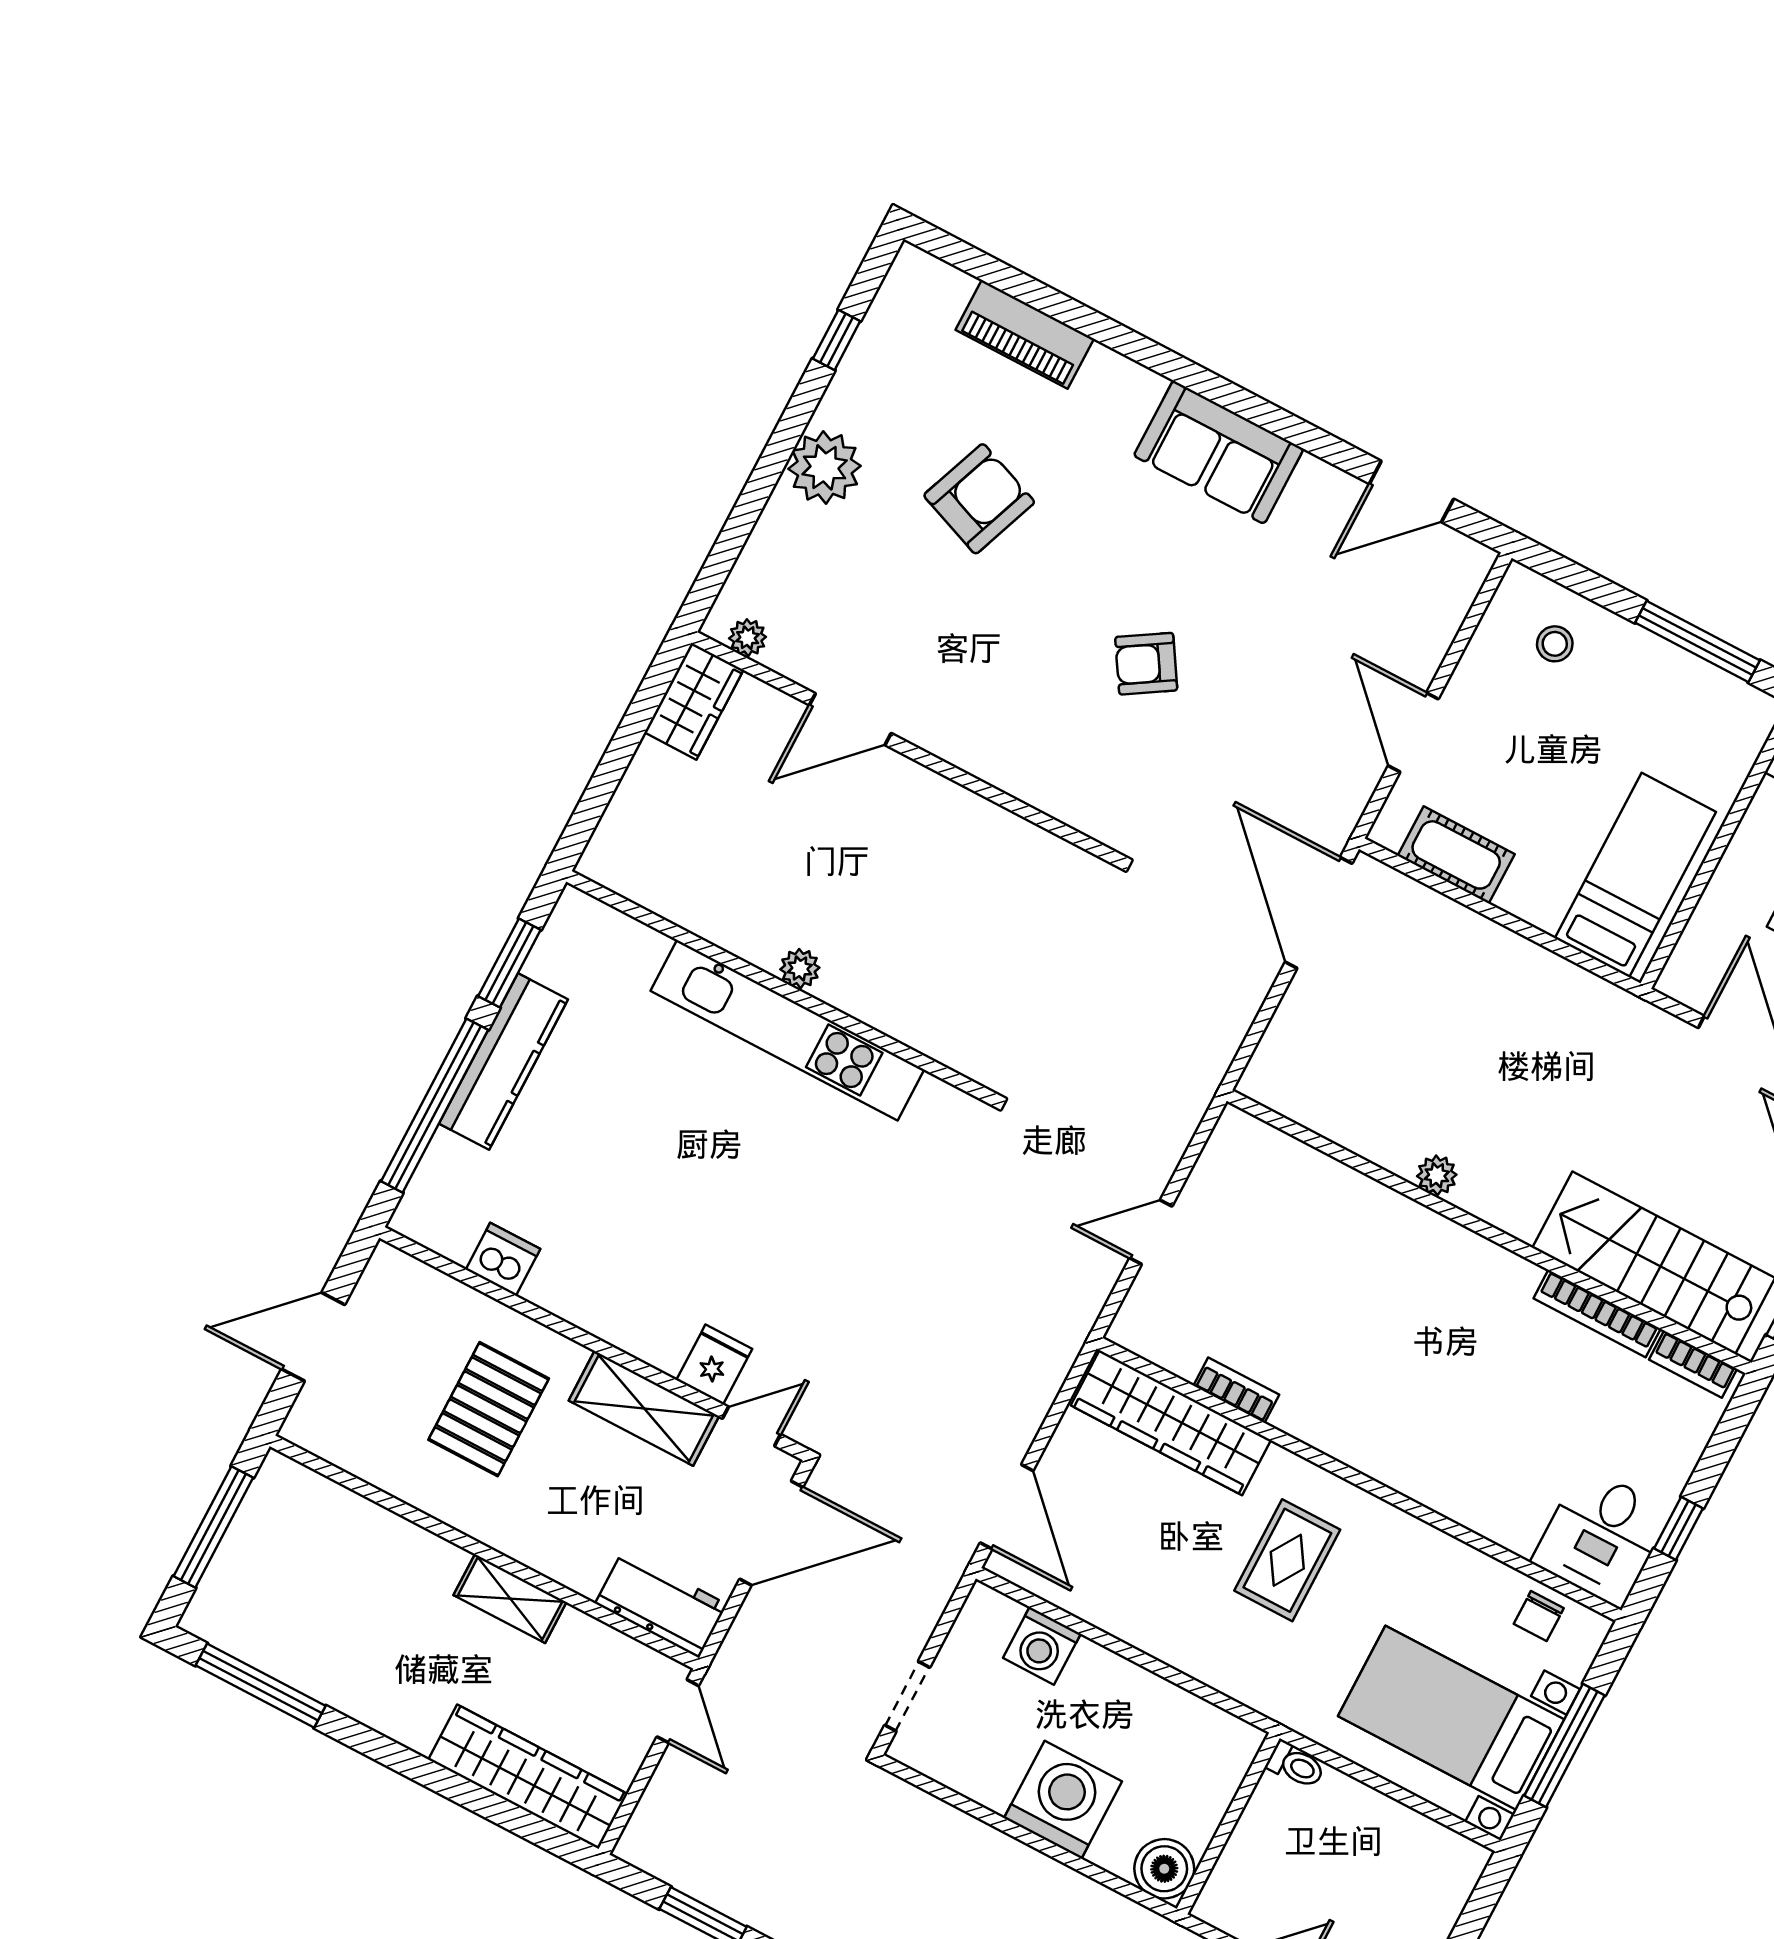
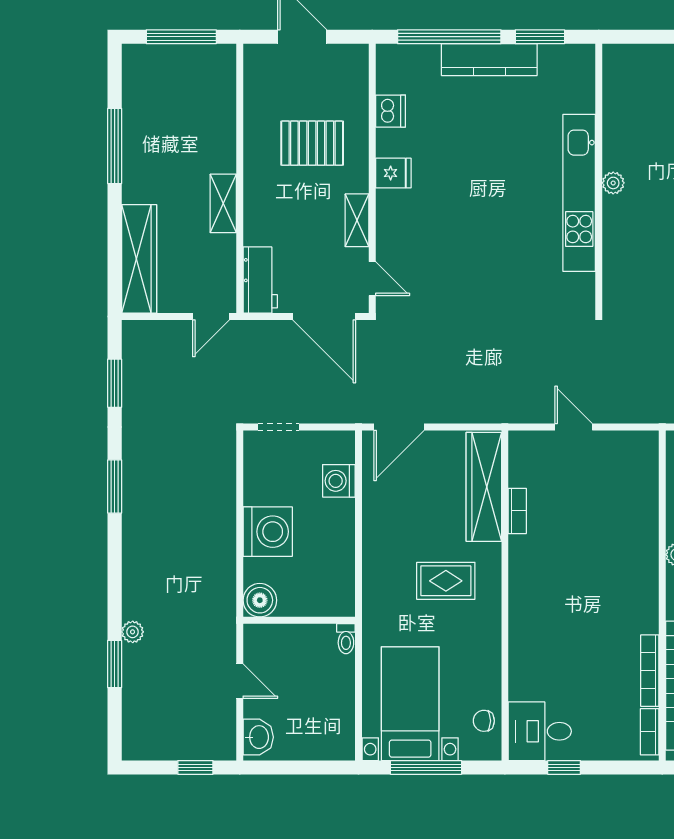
fridge: (714, 1365) -> (393, 173), moved
shelving: (644, 1408) -> (357, 220), width x0.67, depth x0.75
window: (261, 1686) -> (115, 146), moved

